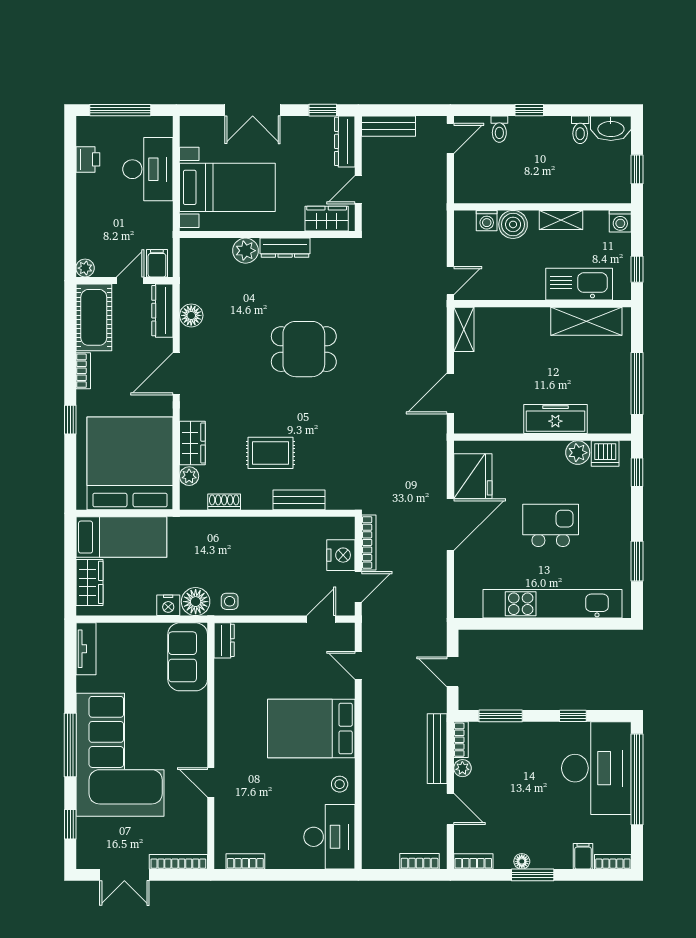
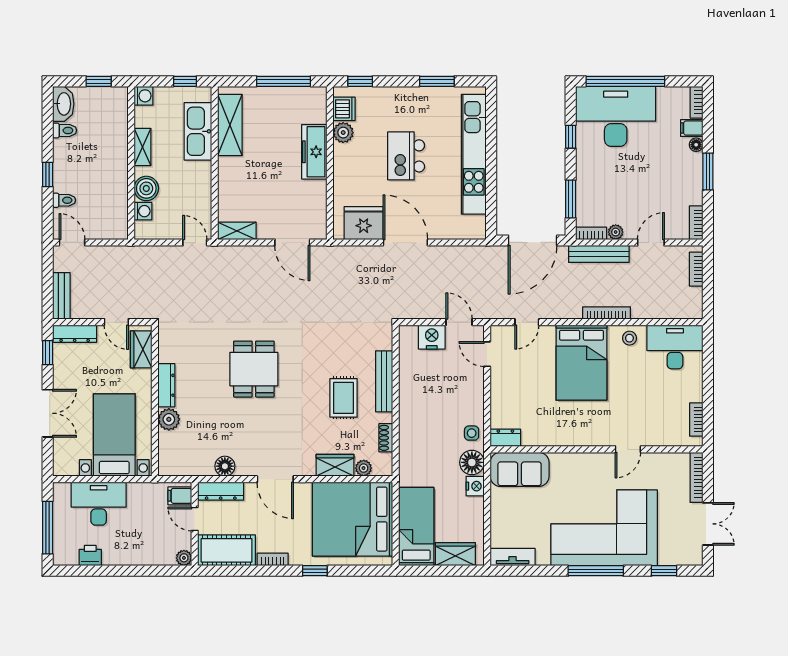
bench: (299, 500) -> (384, 381), width x1.36
bookcase: (369, 542) -> (607, 313), moved
door: (453, 672) -> (533, 241), width x1.88
floor lamp: (522, 861) -> (696, 145), moved

